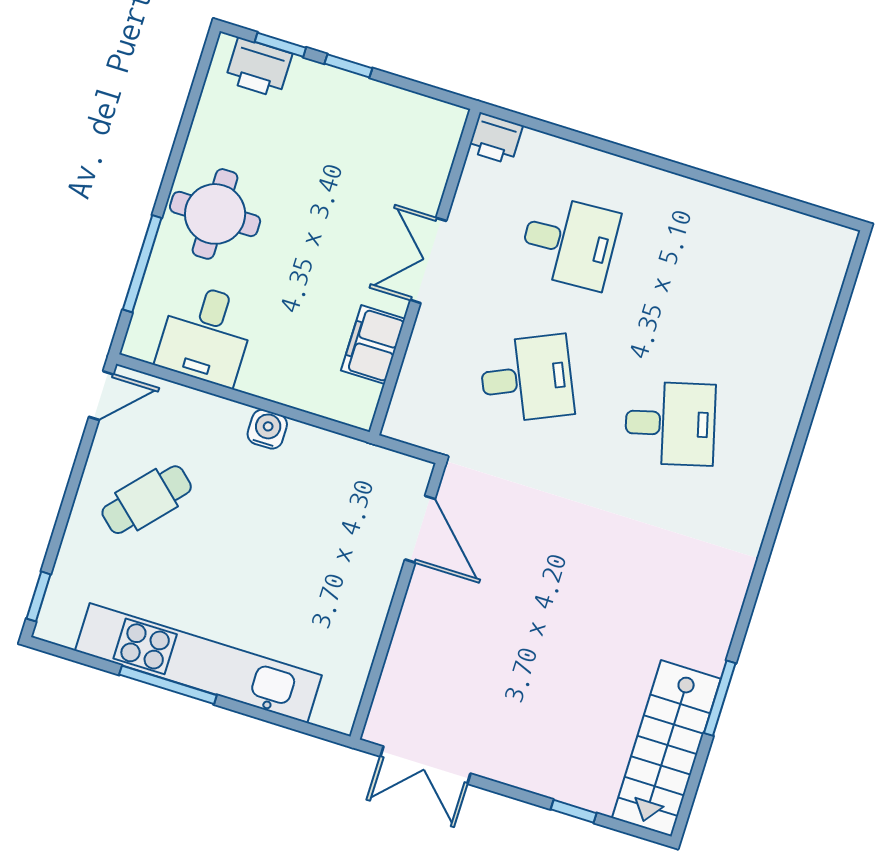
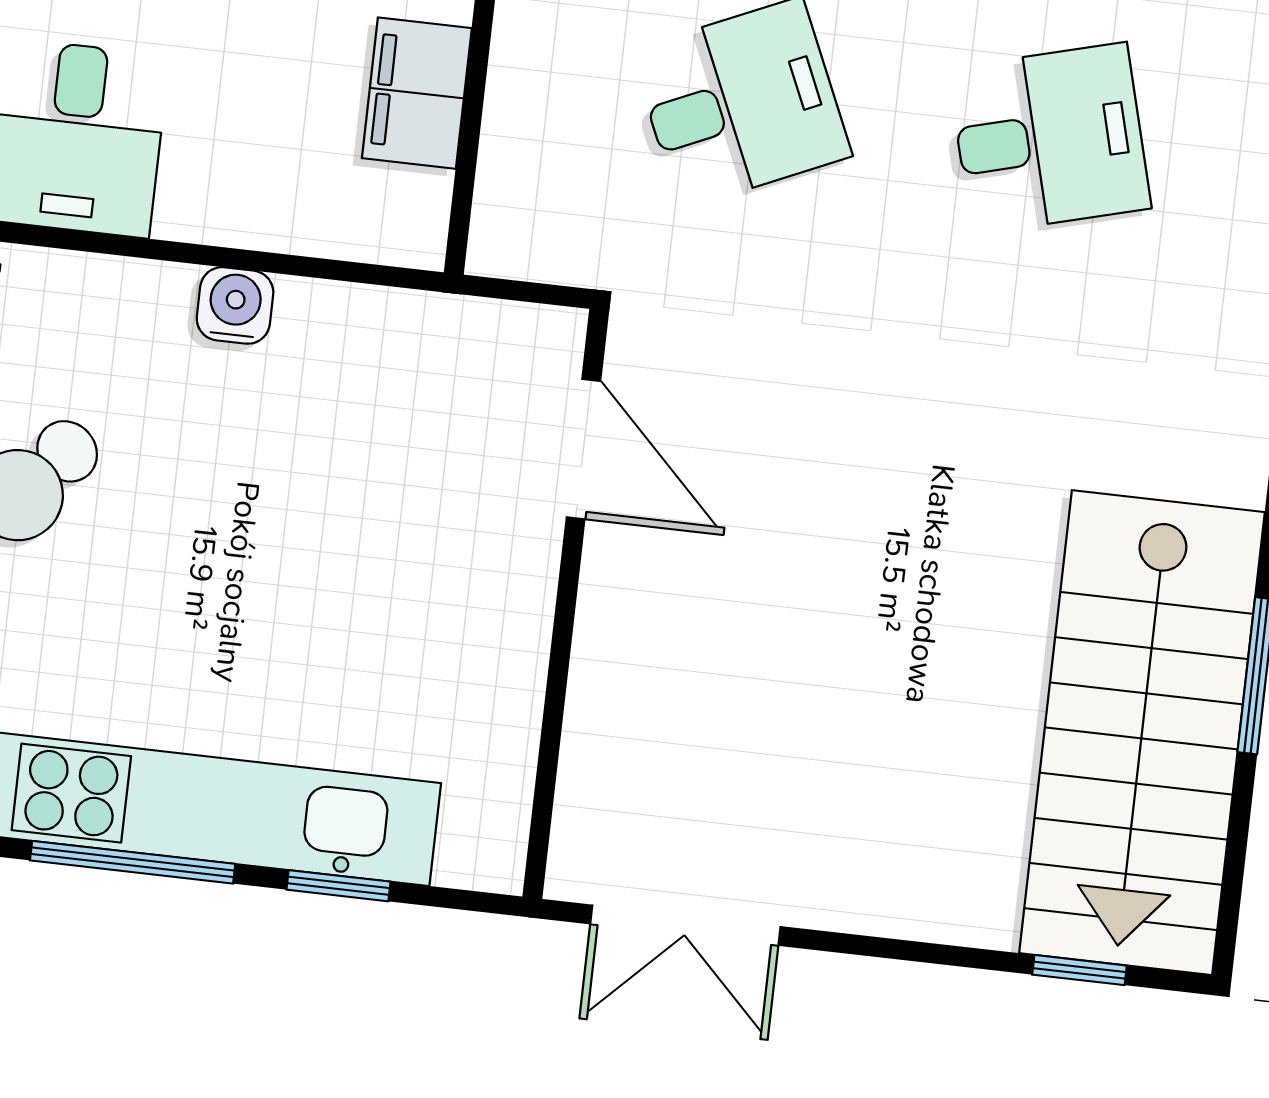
window: (264, 715) -> (338, 886), added
stairs: (666, 748) -> (1142, 733), width x1.36, depth x1.51
window: (574, 811) -> (1079, 970), moved

